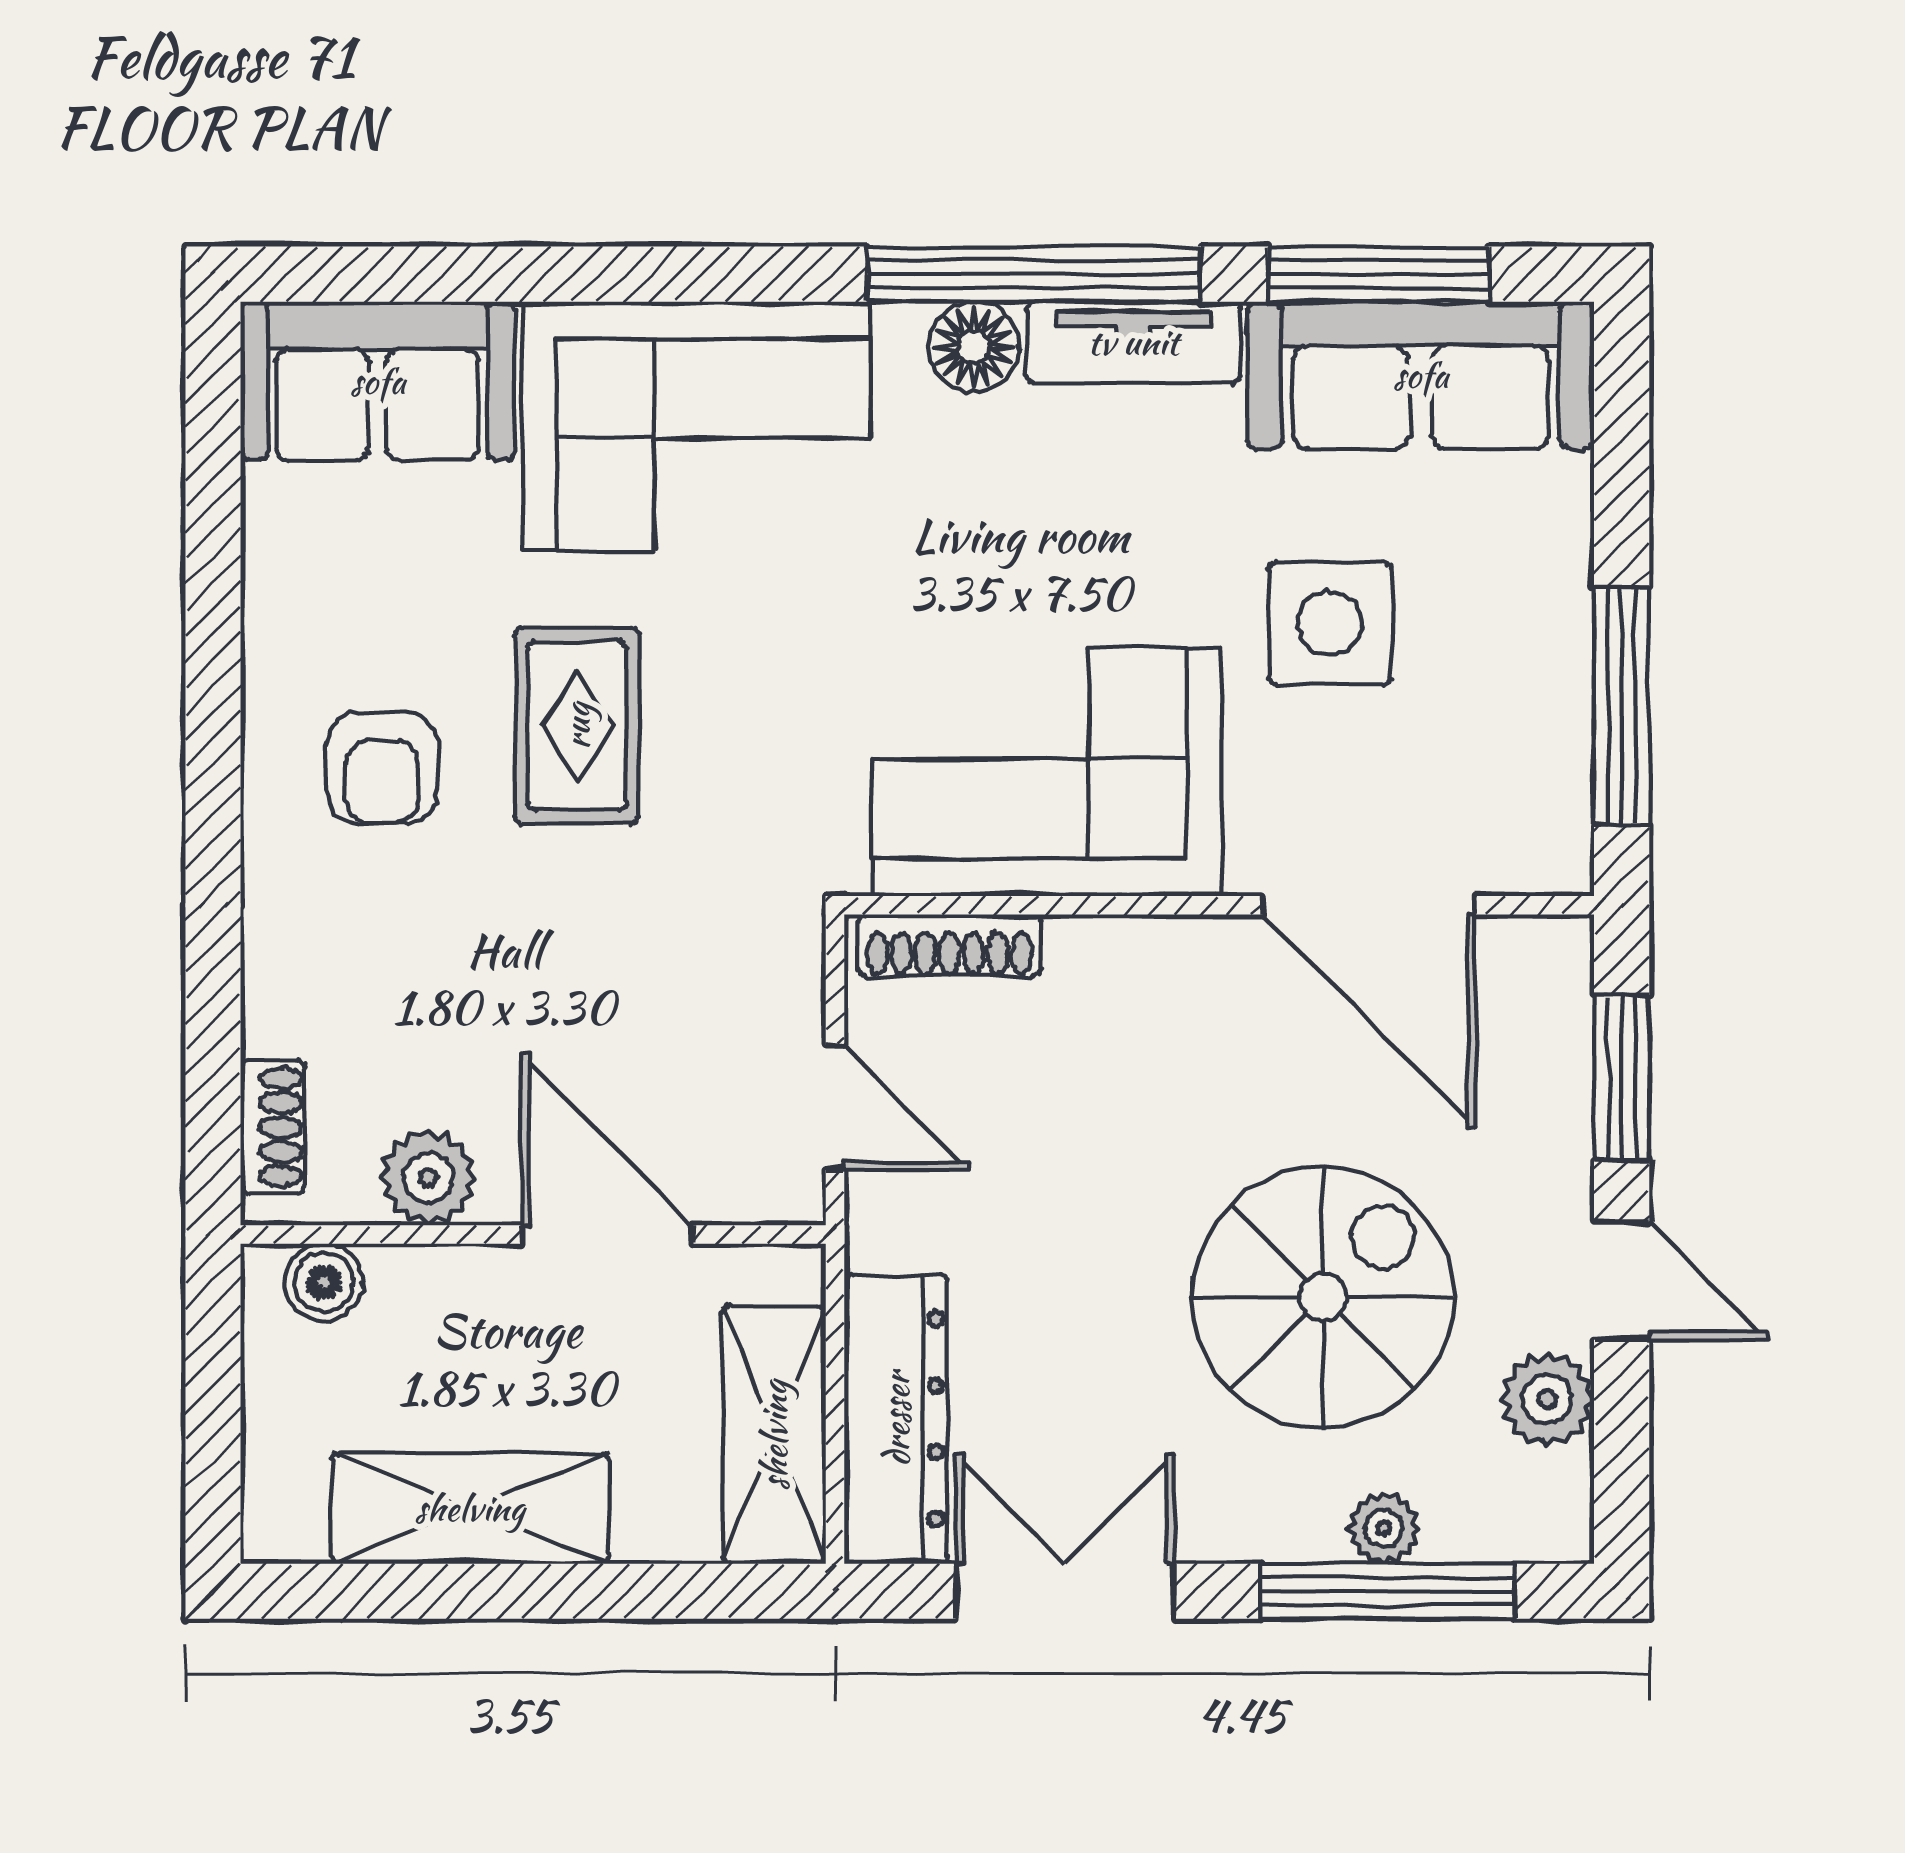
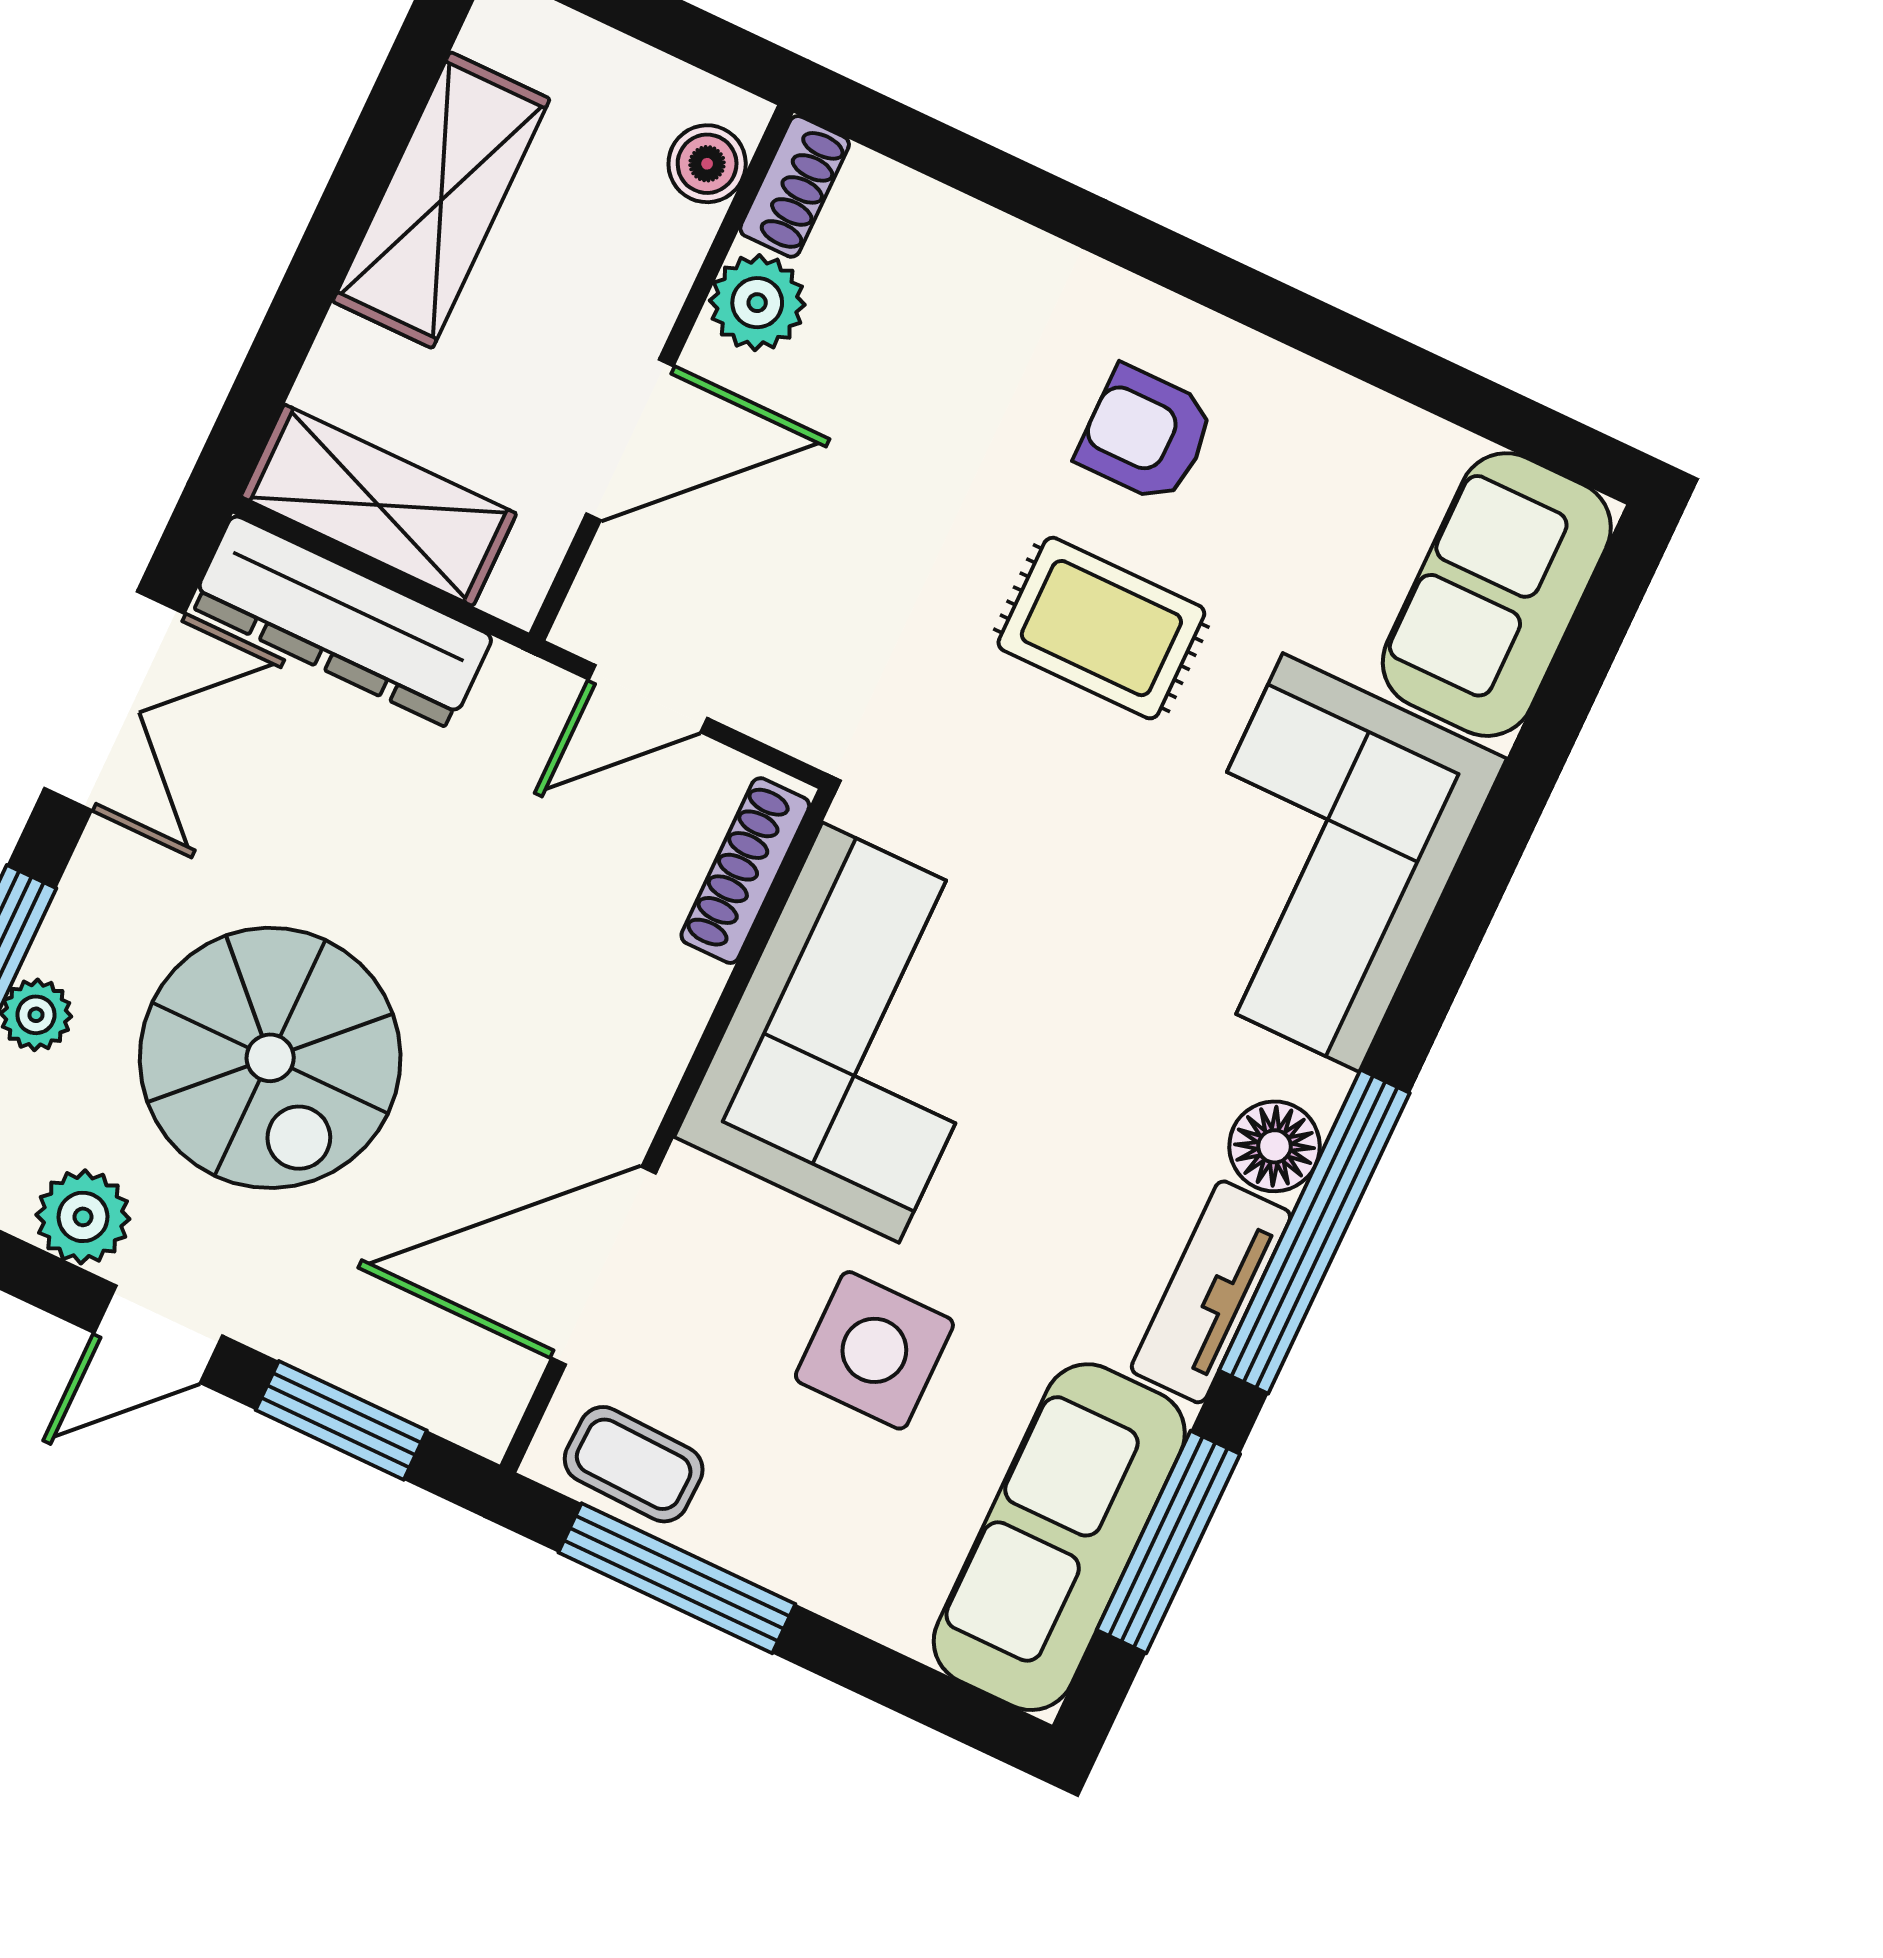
coffee table: (1536, 793) -> (634, 1464), added
shoe rack: (273, 1127) -> (795, 186), moved, turned -90

